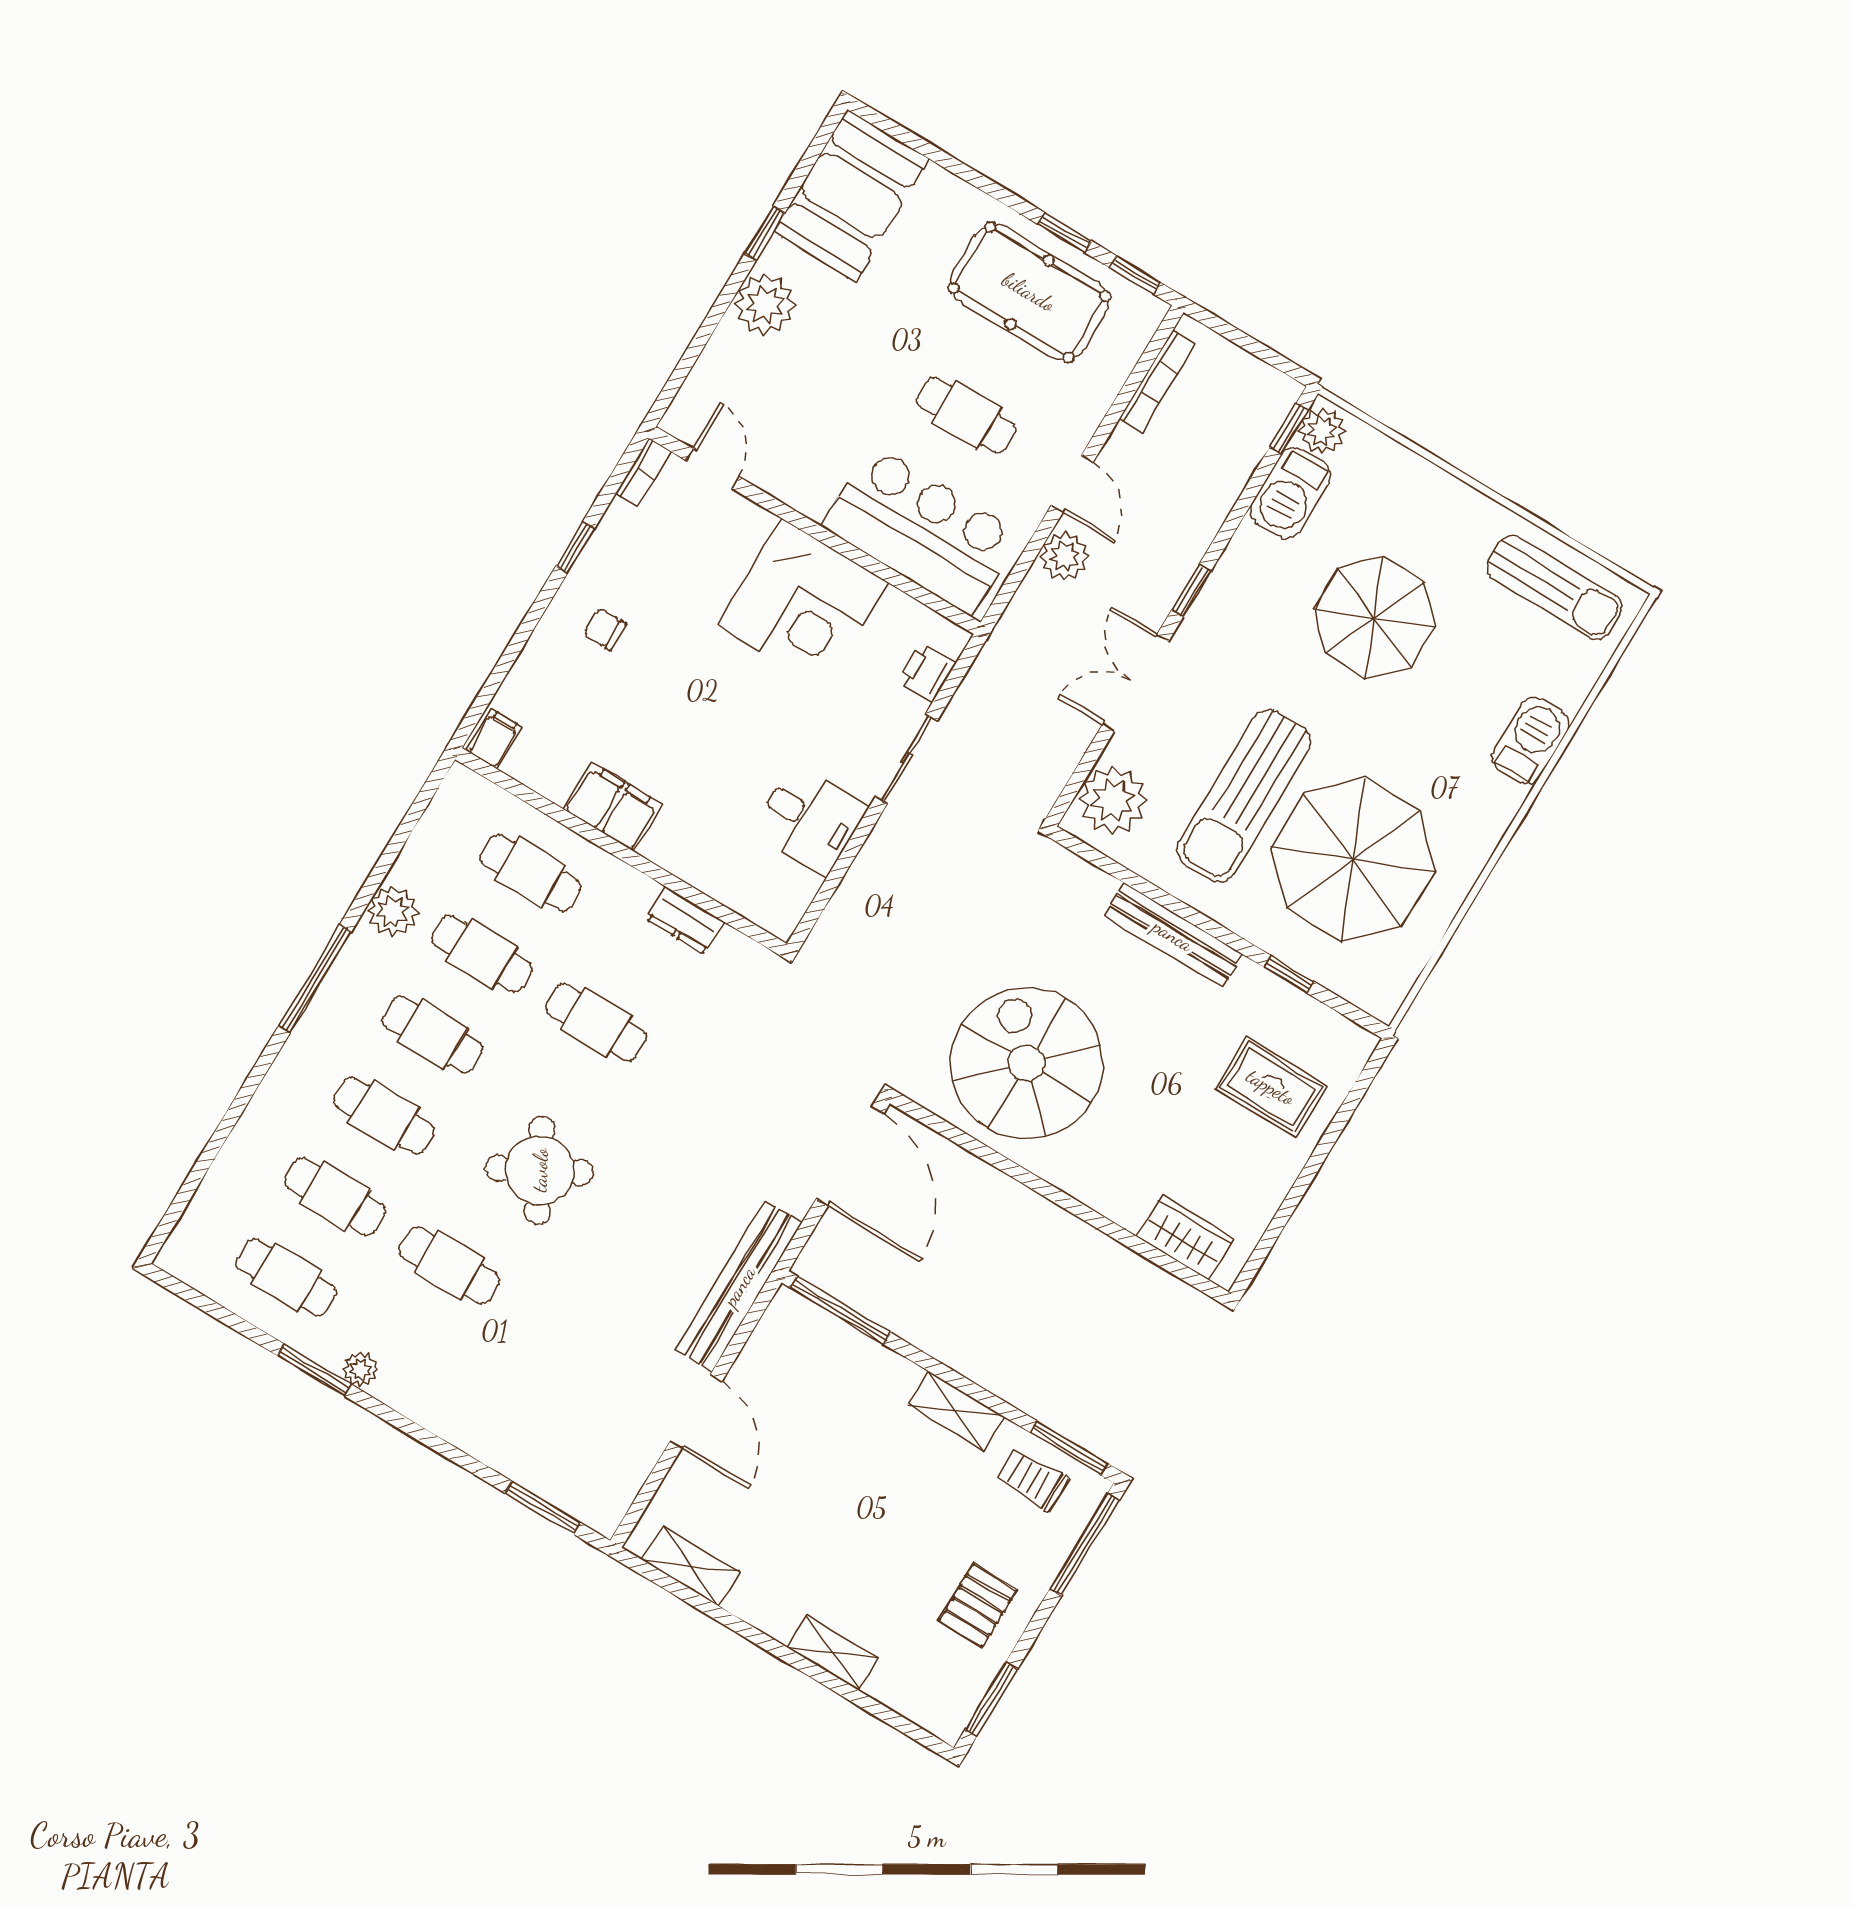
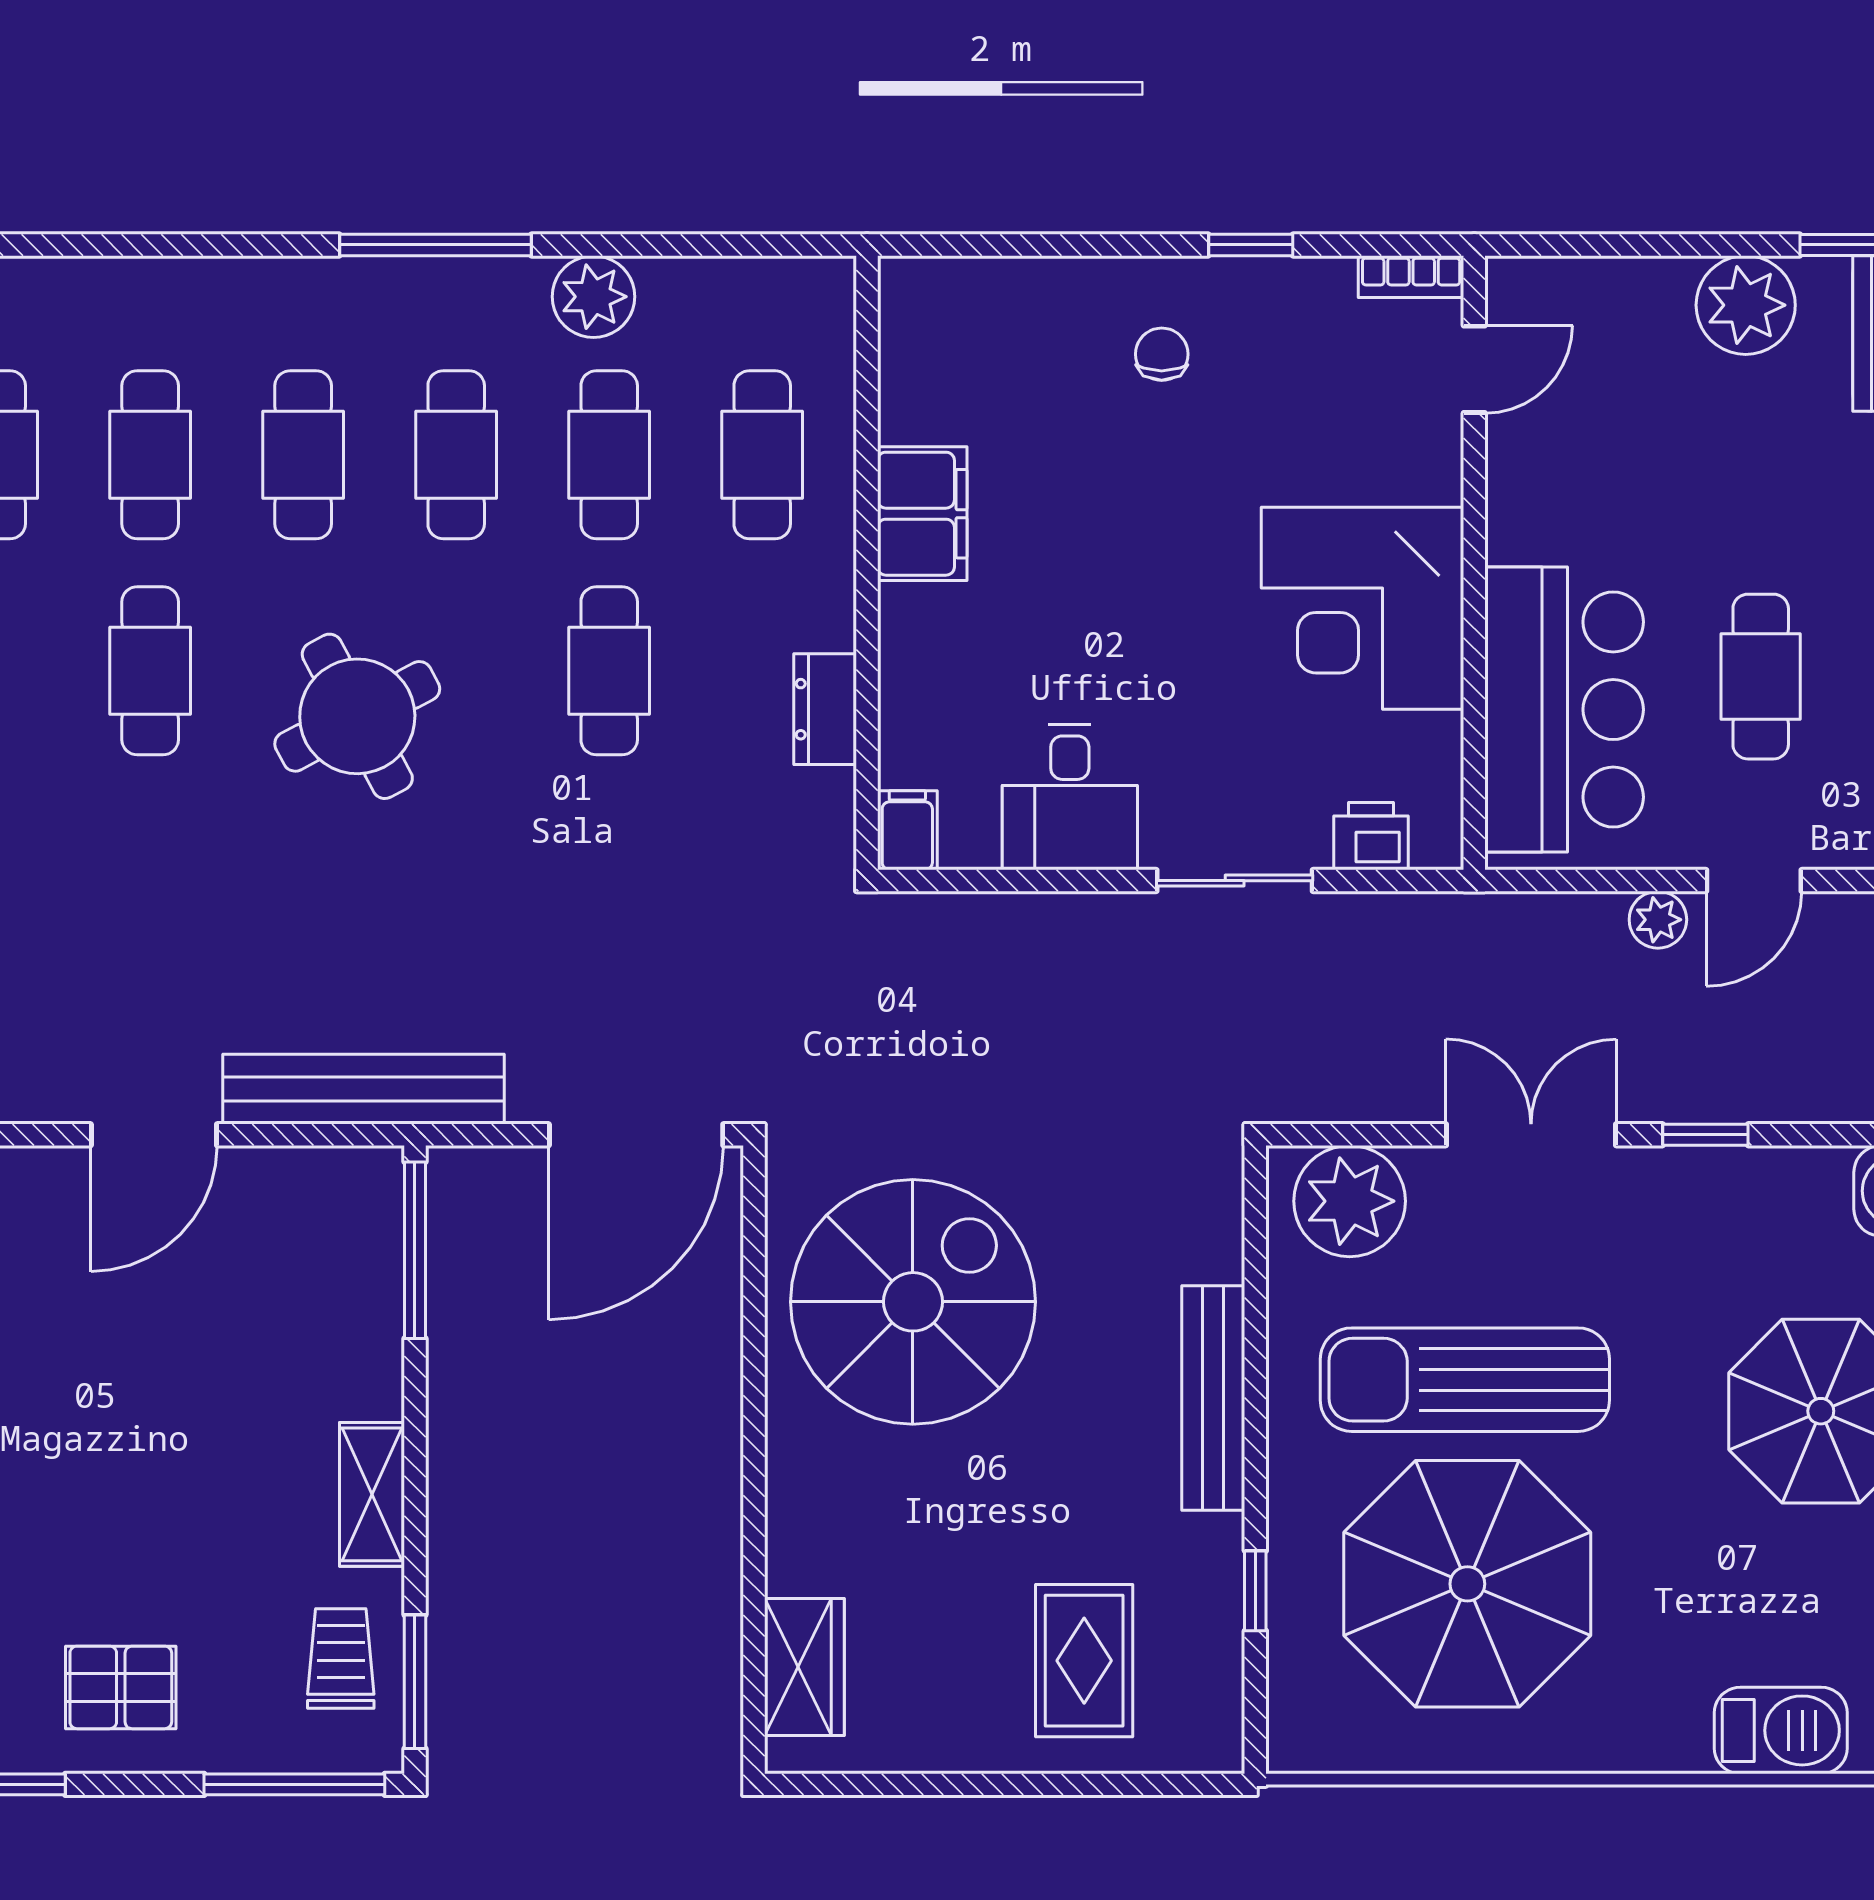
plant: (1065, 556) -> (1658, 920), width x0.73, depth x0.73
filing cabinet: (494, 739) -> (907, 830), moved, turned -90

